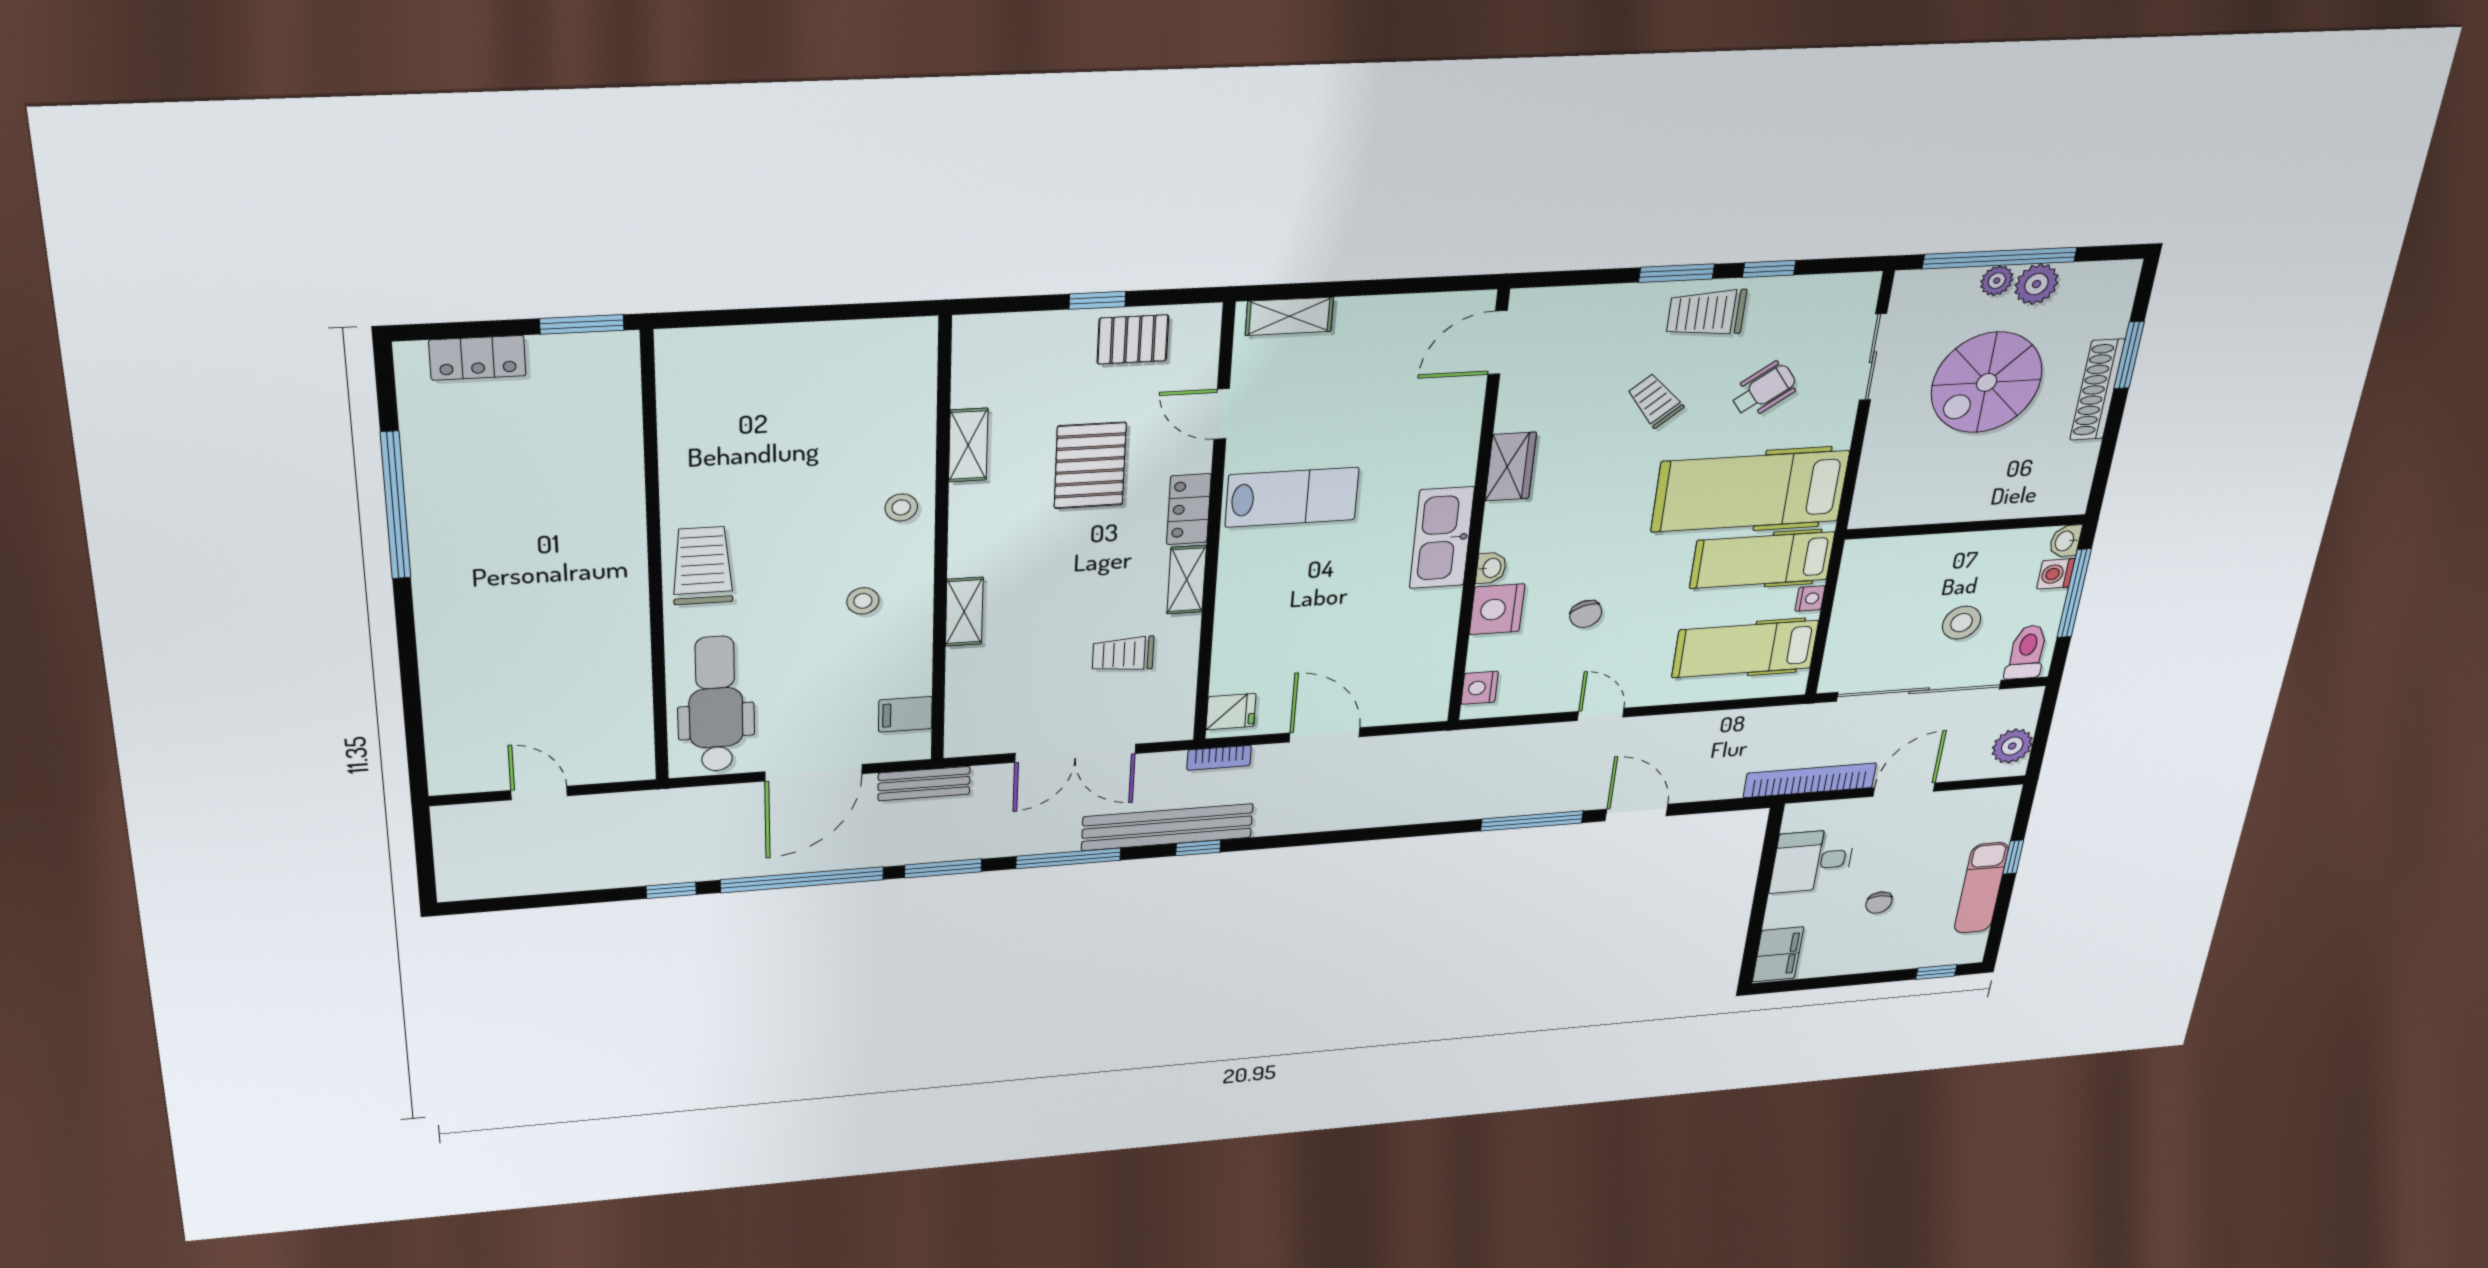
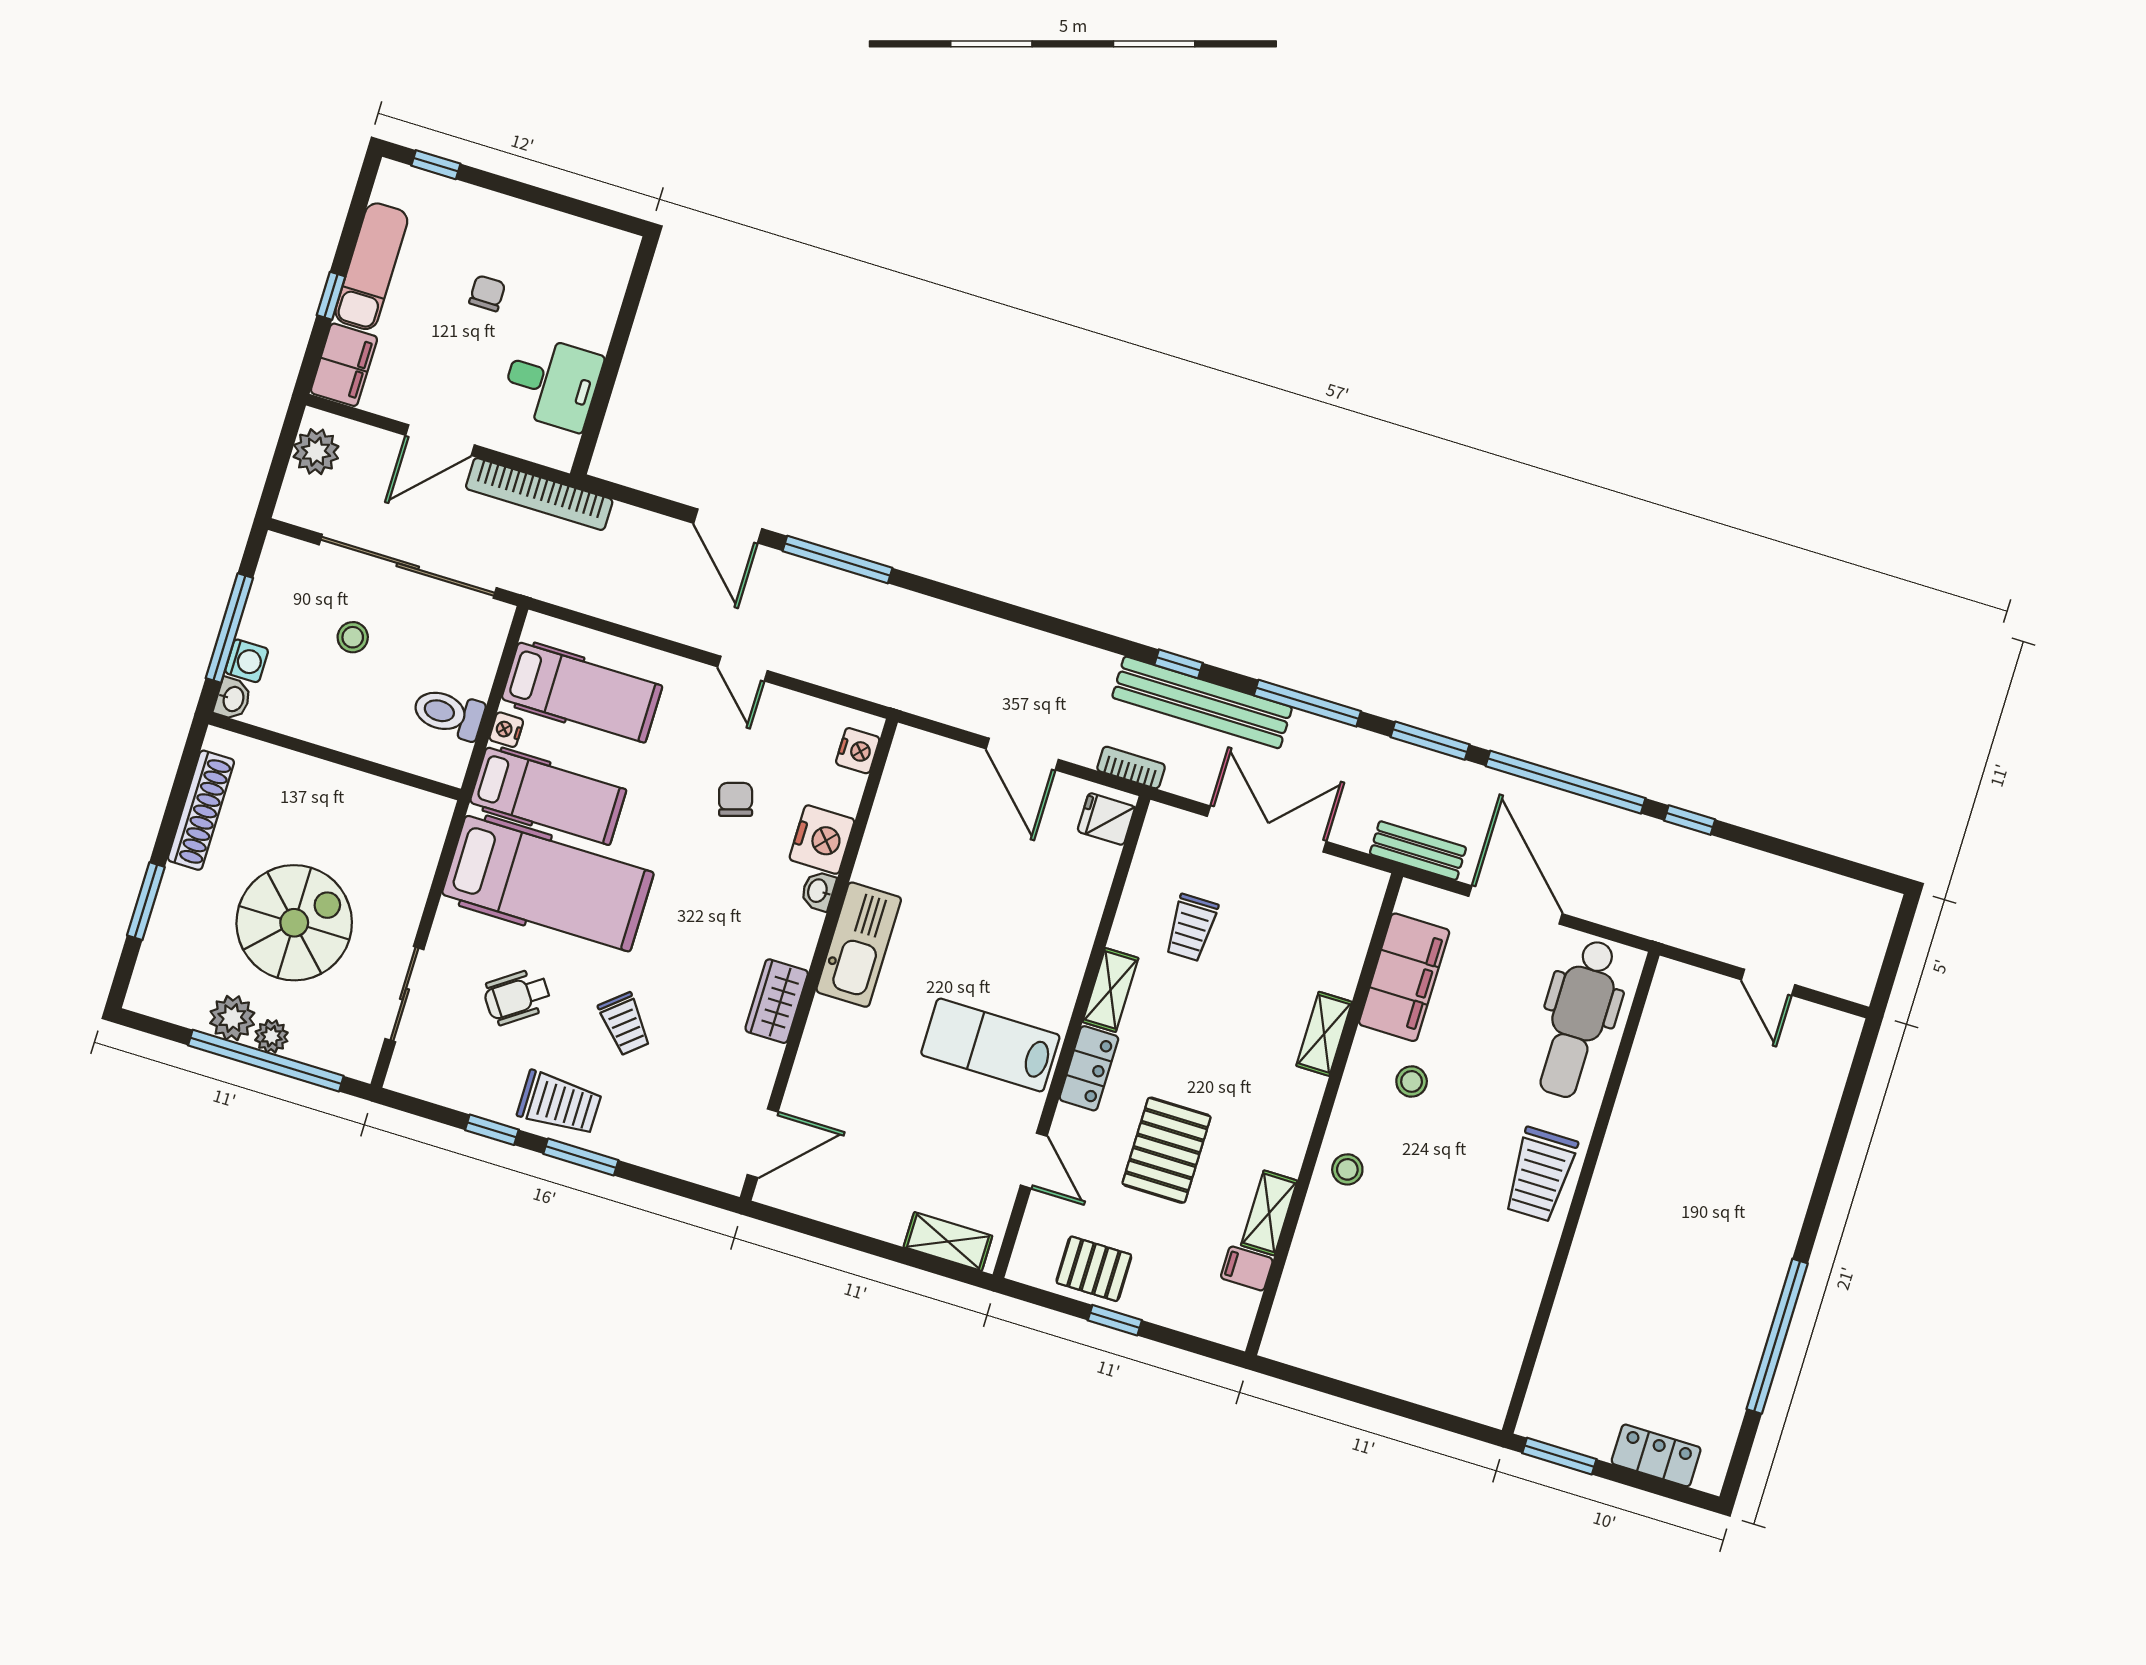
filing cabinet: (975, 390) -> (1247, 1268), added
shoe rack: (2097, 390) -> (201, 810), moved
stool: (1961, 623) -> (353, 637), width x0.73, depth x0.73
toilet: (2027, 652) -> (448, 714), moved, turned 90
trolley: (1123, 654) -> (1191, 928), turned 90
filing cabinet: (905, 714) -> (1404, 977), width x3.00, depth x1.17
door: (814, 773) -> (1515, 905), hinge flipped
filing cabinet: (1778, 954) -> (344, 365), moved, turned 180

